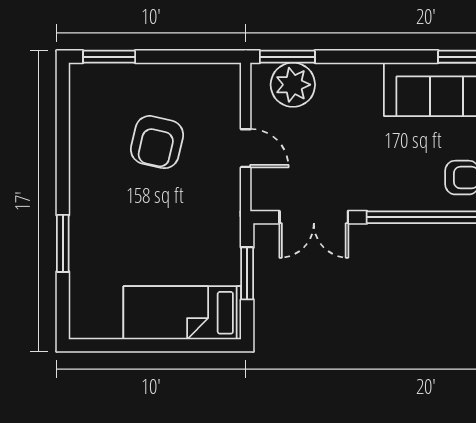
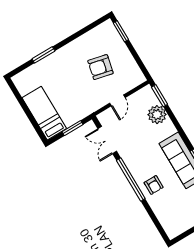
plant: (293, 85) -> (157, 115), moved

